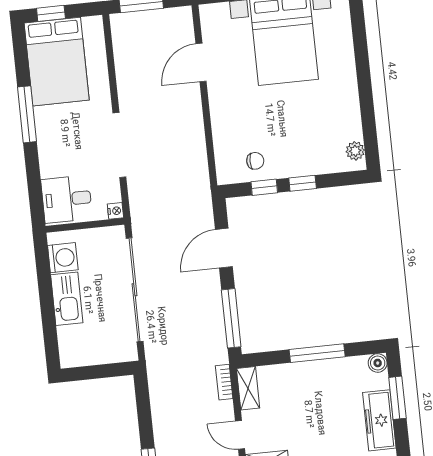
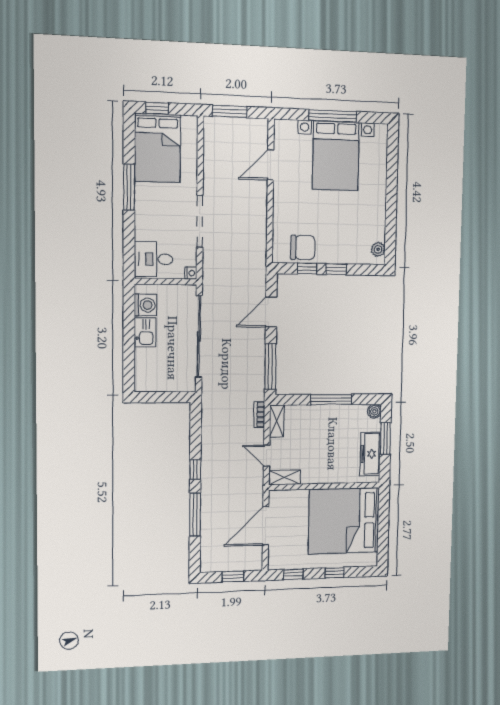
chair: (255, 161) -> (303, 247), width x1.87, depth x1.87
kitchen sink: (67, 299) -> (145, 332), width x0.73

